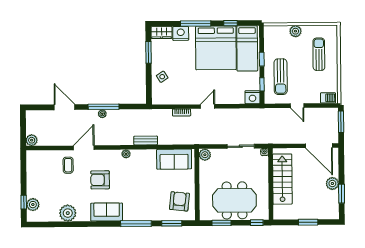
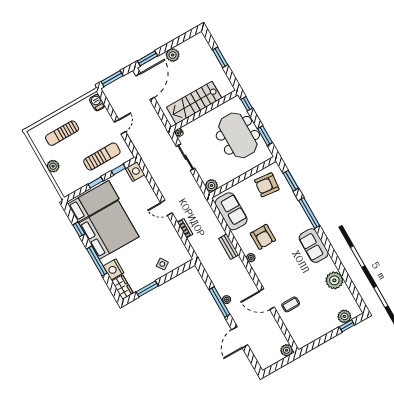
armchair: (100, 180) -> (263, 237), moved
window: (342, 194) -> (148, 58), moved

